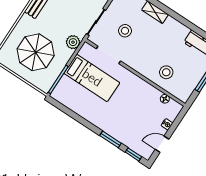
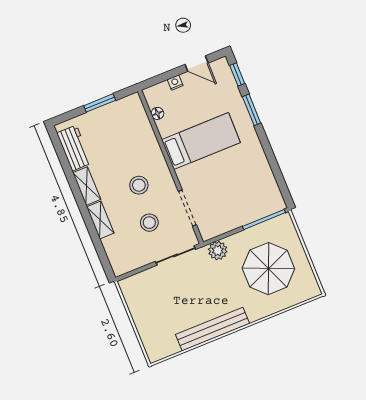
shelving: (177, 27) -> (87, 186), added
stool: (166, 72) -> (139, 185), moved
bed: (92, 78) -> (201, 141), moved, turned 90

